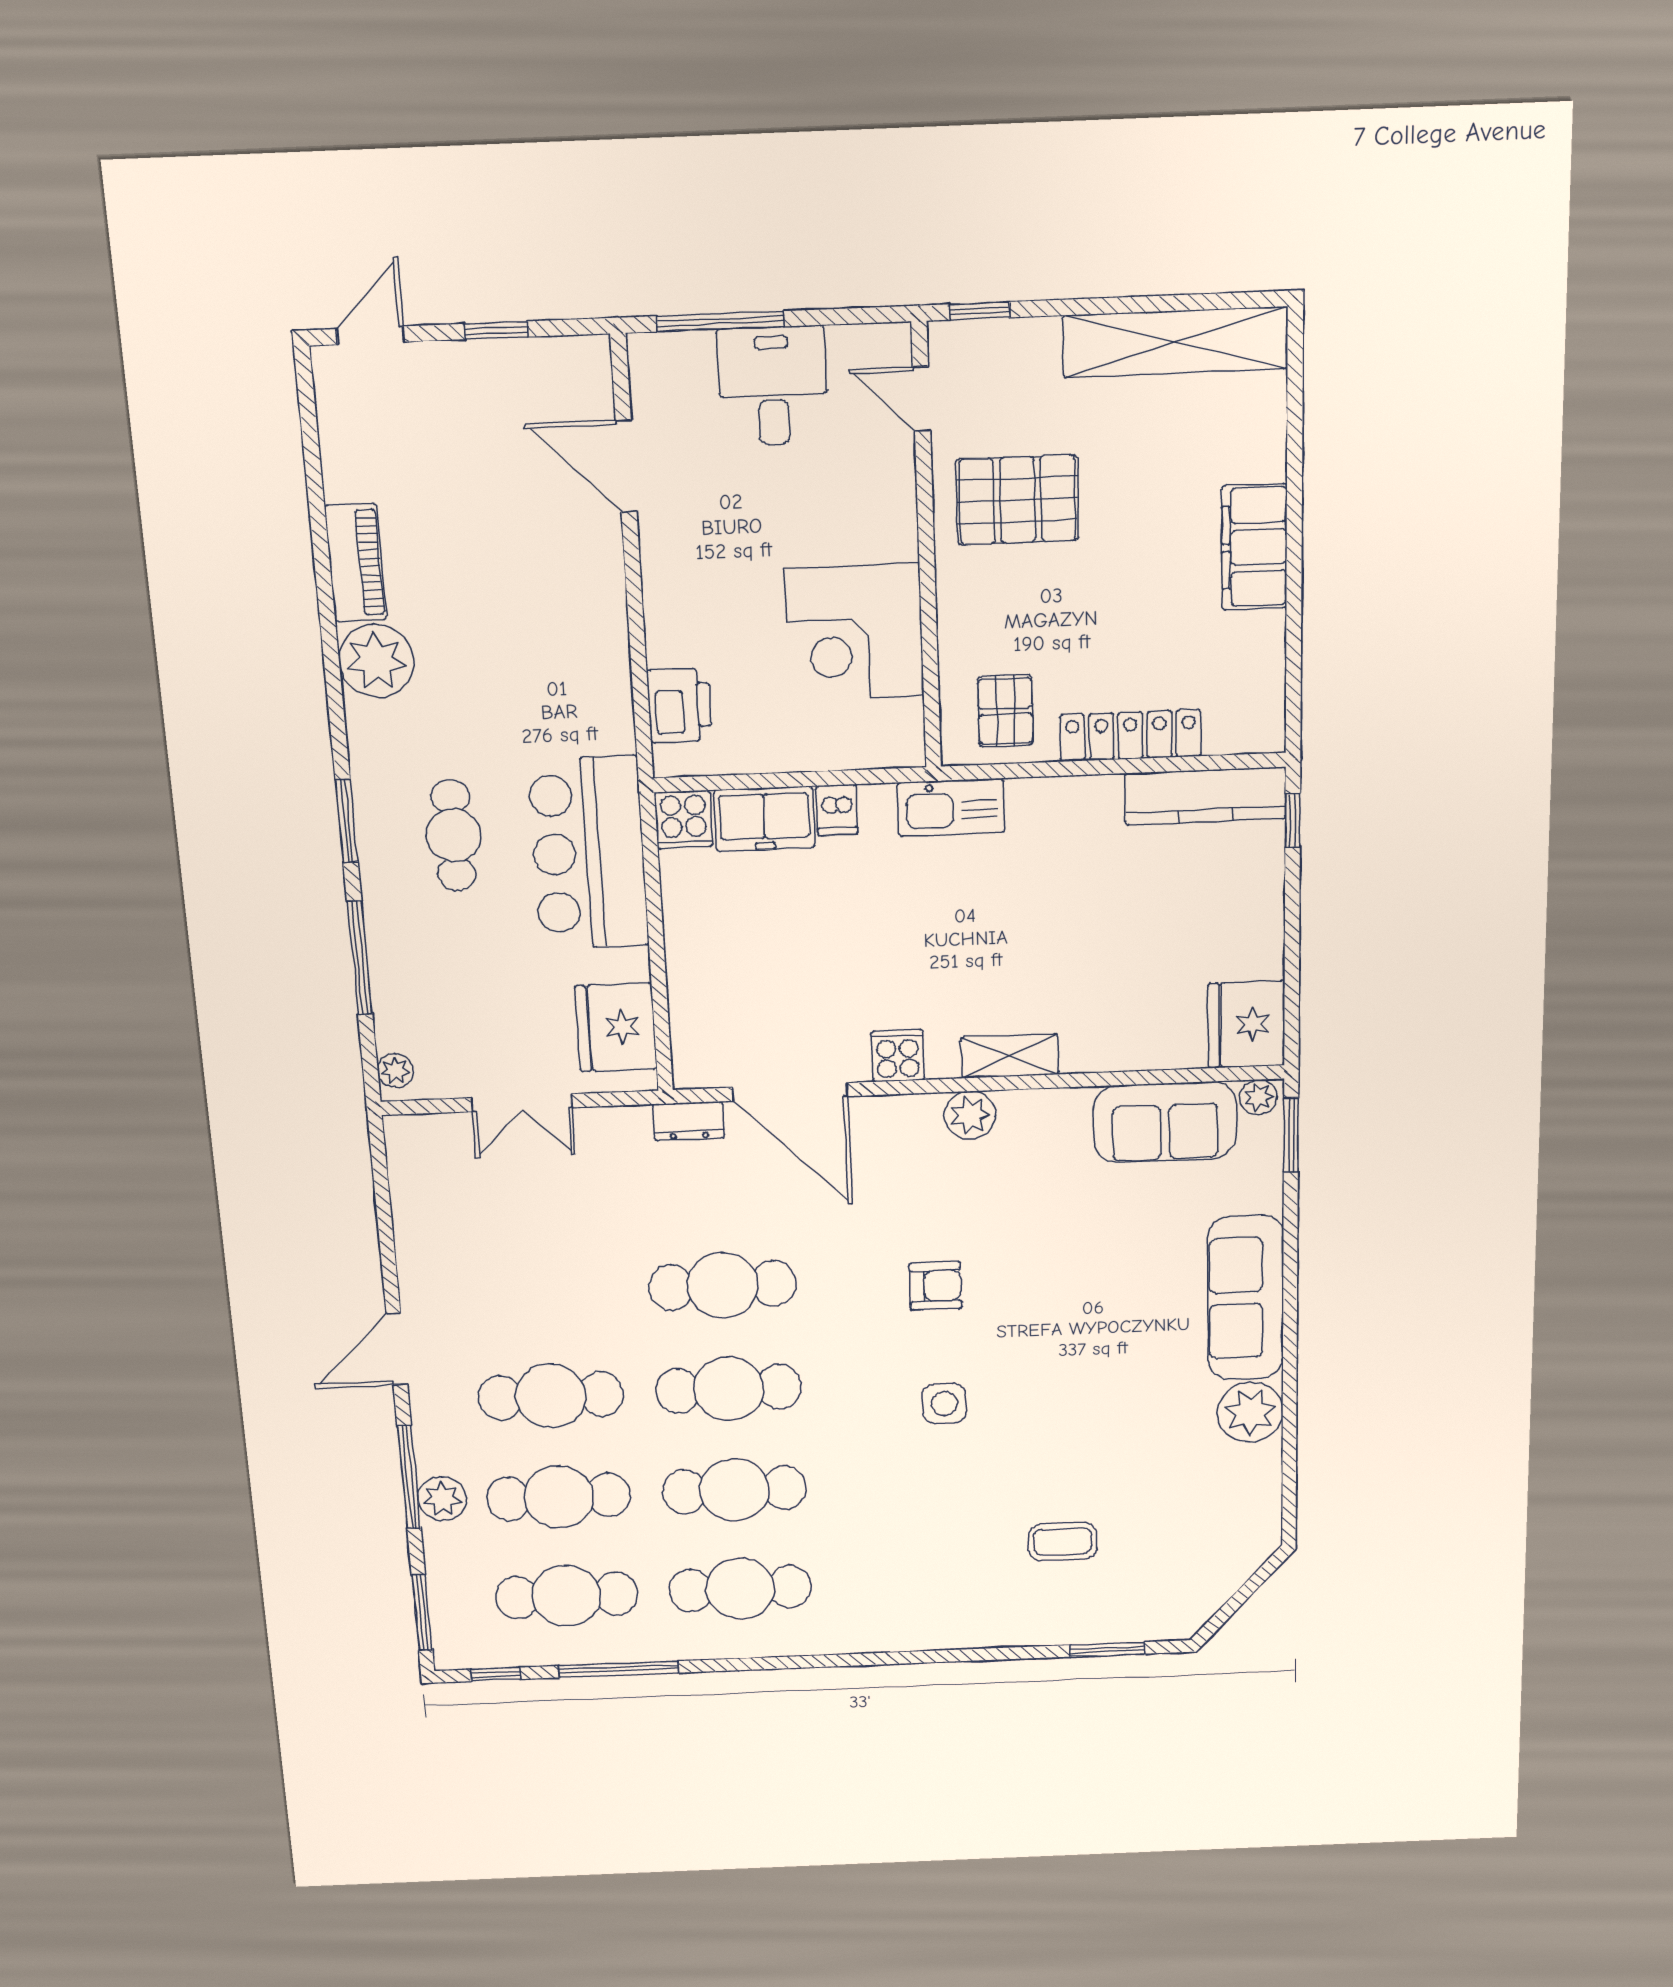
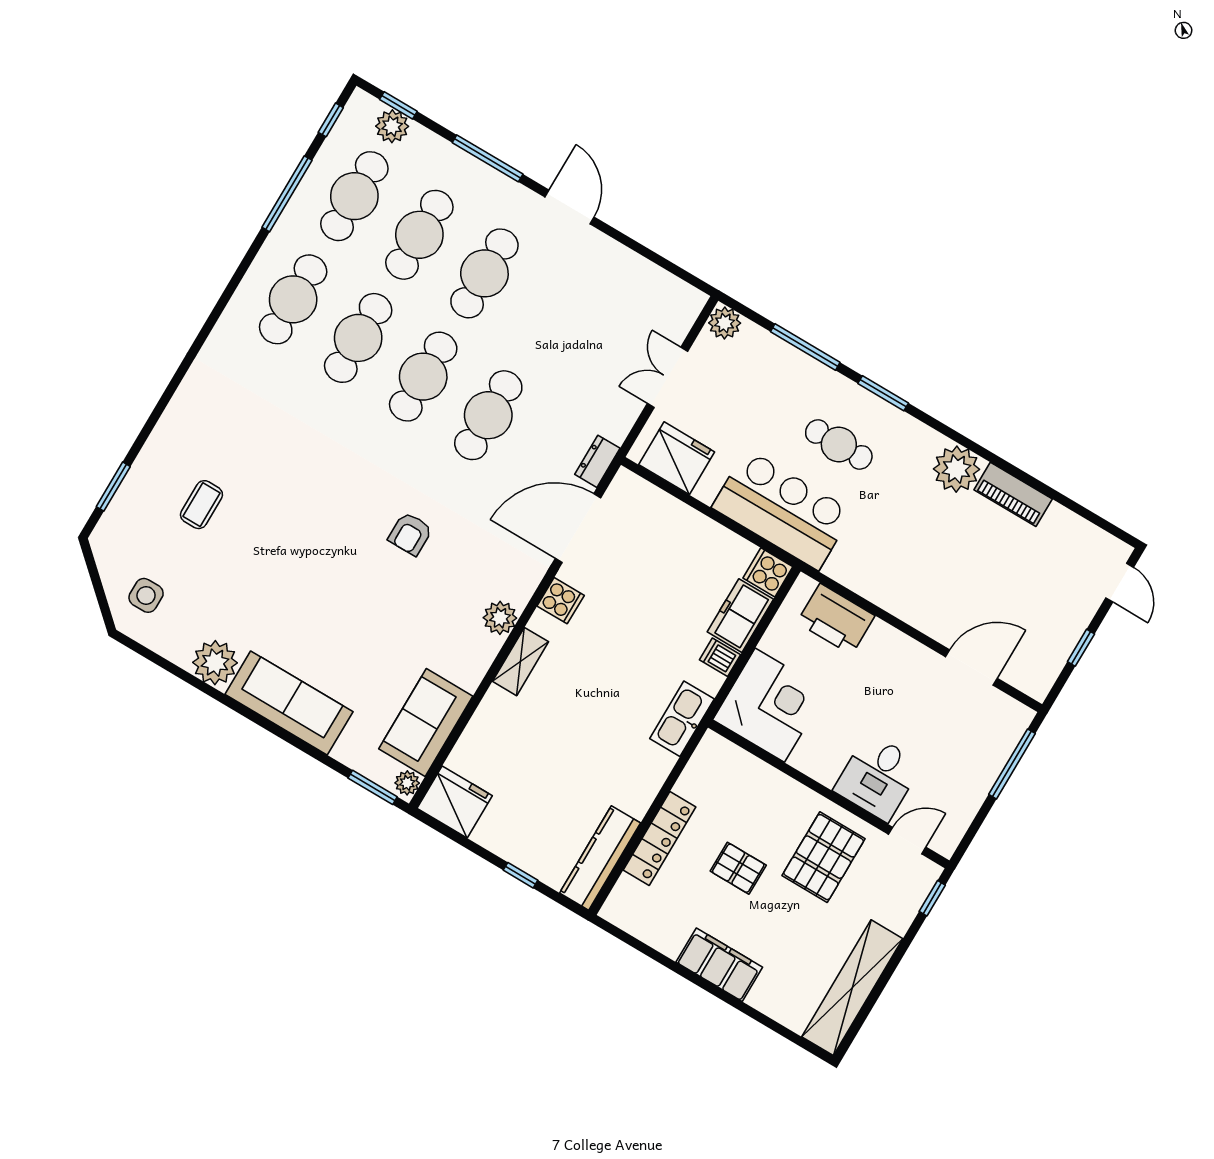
desk: (773, 386) -> (878, 777), moved, turned 90
corner desk: (855, 633) -> (770, 705), moved, turned 90
printer: (679, 705) -> (836, 619), width x1.37, depth x1.19
pallet: (1005, 711) -> (738, 868), moved
window: (1293, 820) -> (521, 875), moved
plant: (395, 1071) -> (725, 323), width x1.38, depth x1.38
side table: (944, 1404) -> (146, 595), moved
plant: (442, 1499) -> (392, 126), moved
window: (422, 1612) -> (398, 105), width x0.67

